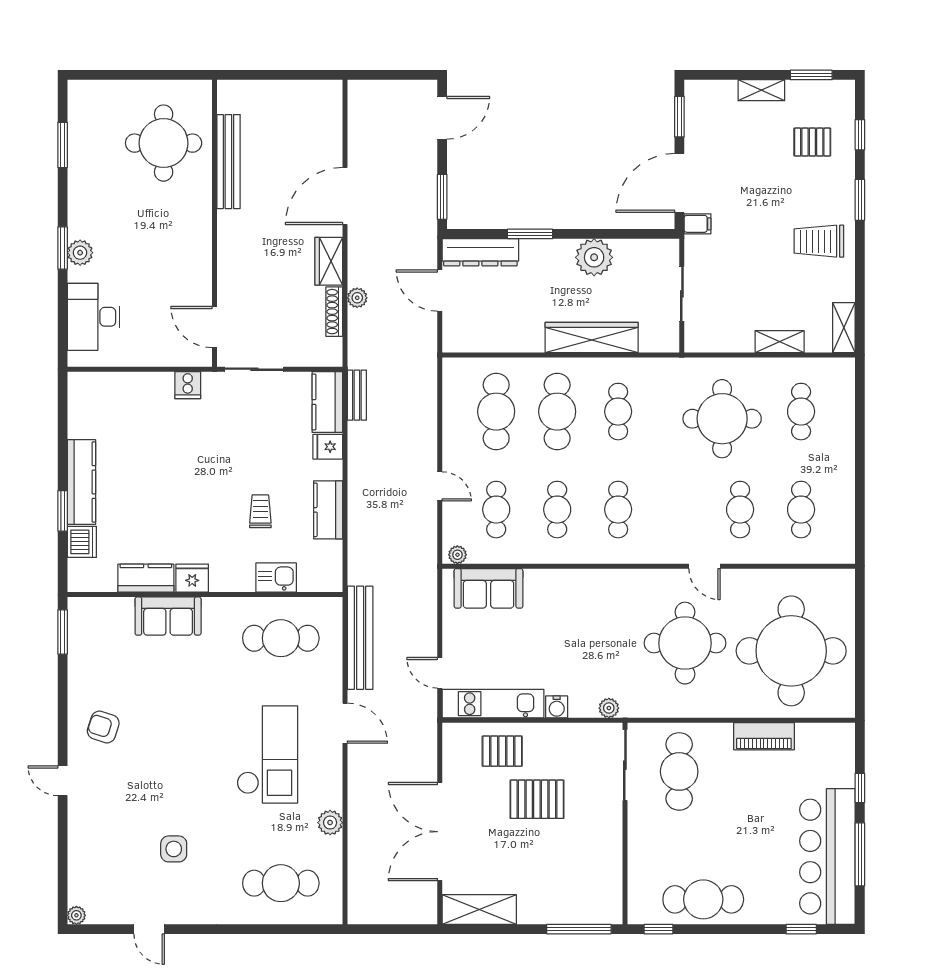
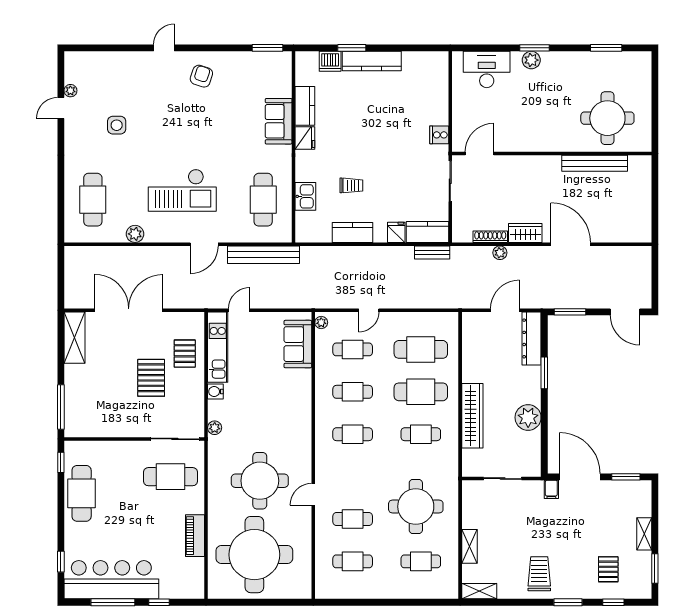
plant: (76, 915) -> (70, 91), moved

